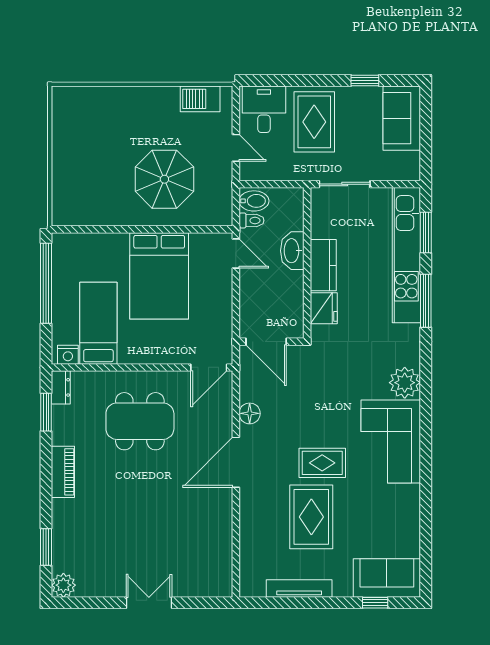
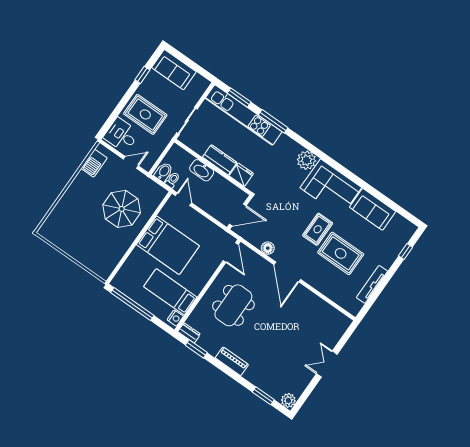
door: (236, 254) -> (183, 199), hinge flipped
sofa: (387, 578) -> (373, 209), moved, turned -90

